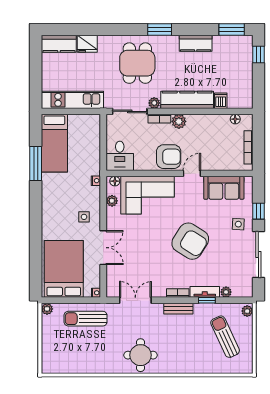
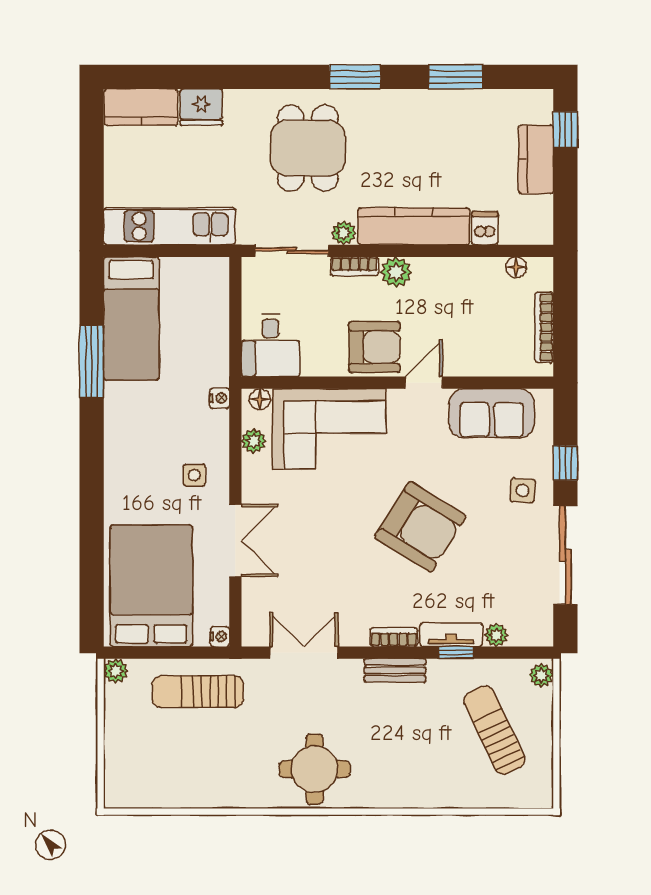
window: (232, 30) -> (456, 77), moved
kitchen counter: (196, 43) -> (536, 159), moved, turned 90

